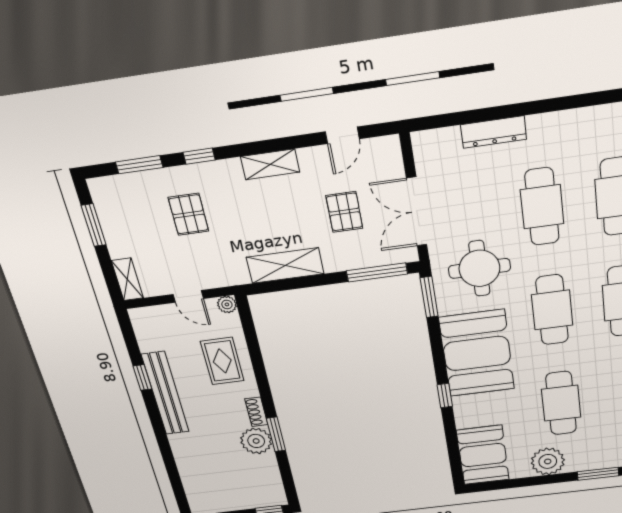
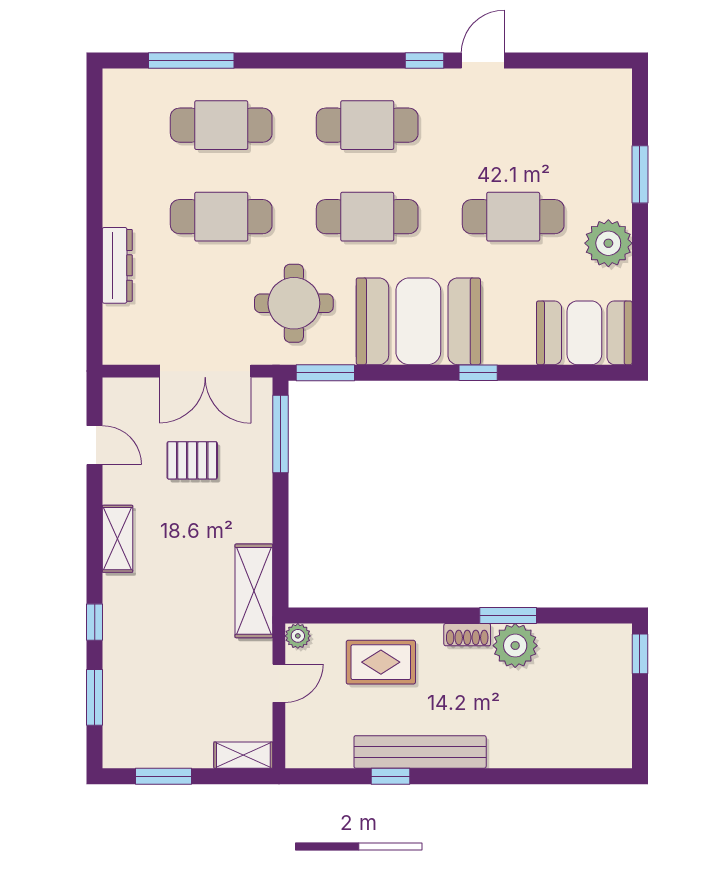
pallet: (188, 214) -> (167, 654), removed
shelving: (285, 266) -> (254, 591), moved

